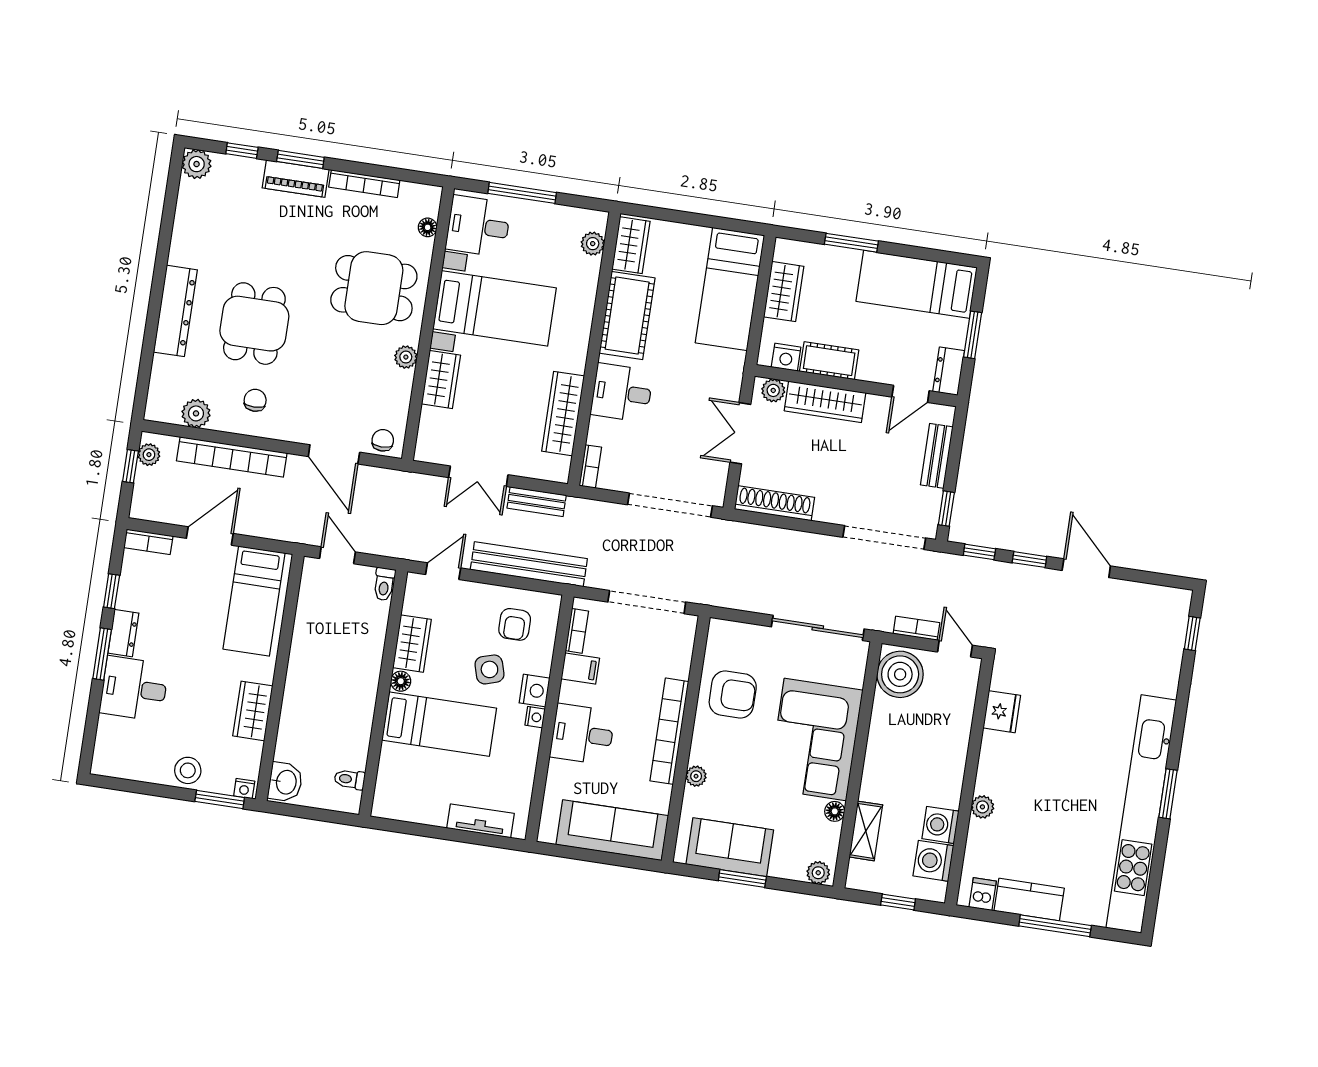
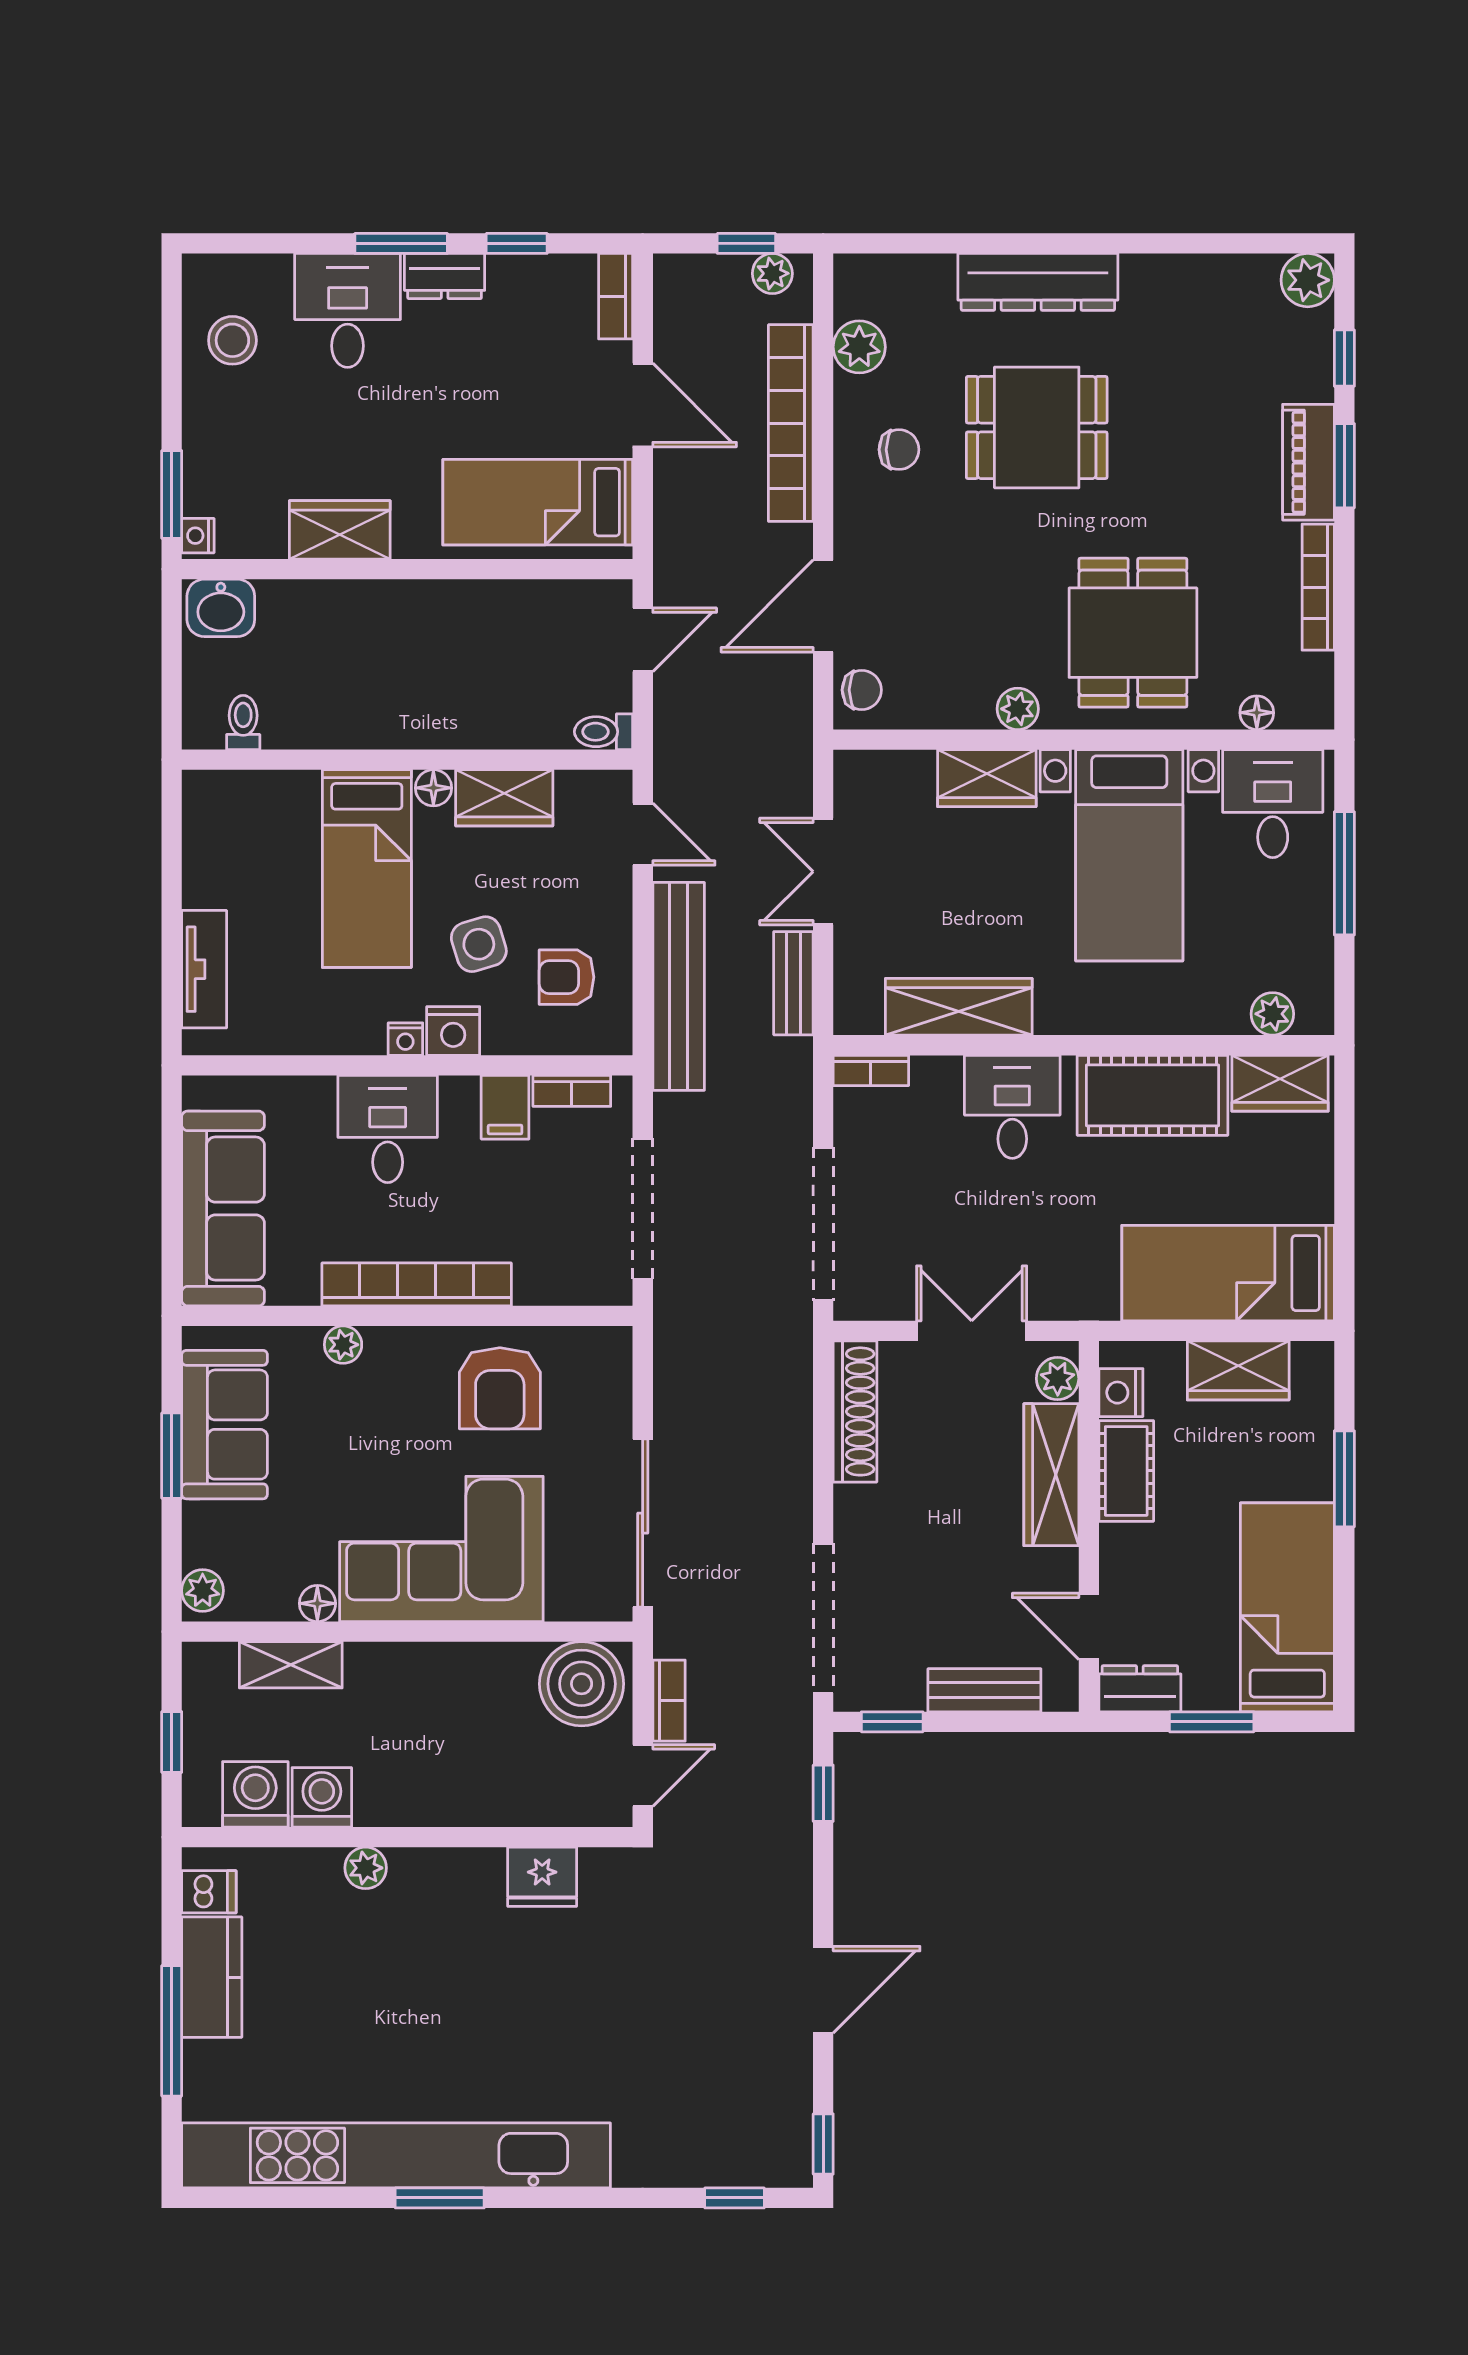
window: (1029, 560) -> (823, 2144), moved
stool: (188, 770) -> (232, 340), moved

